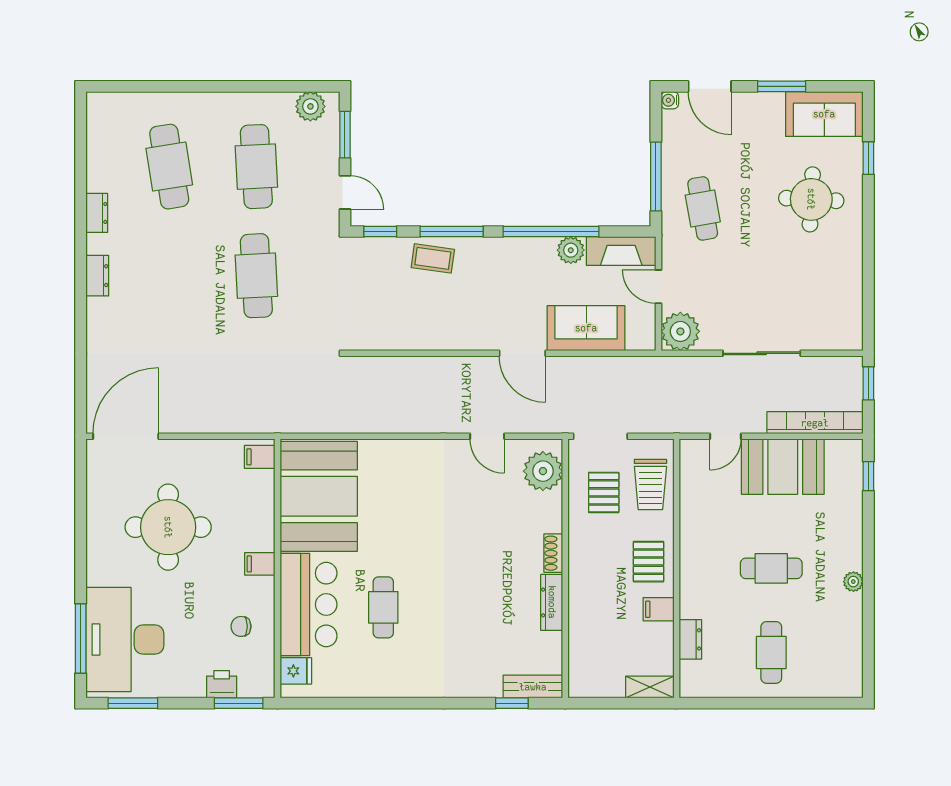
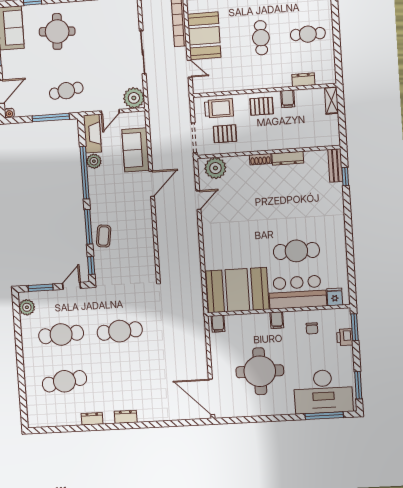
cafe table: (383, 607) -> (296, 251), width x1.37, depth x1.35

